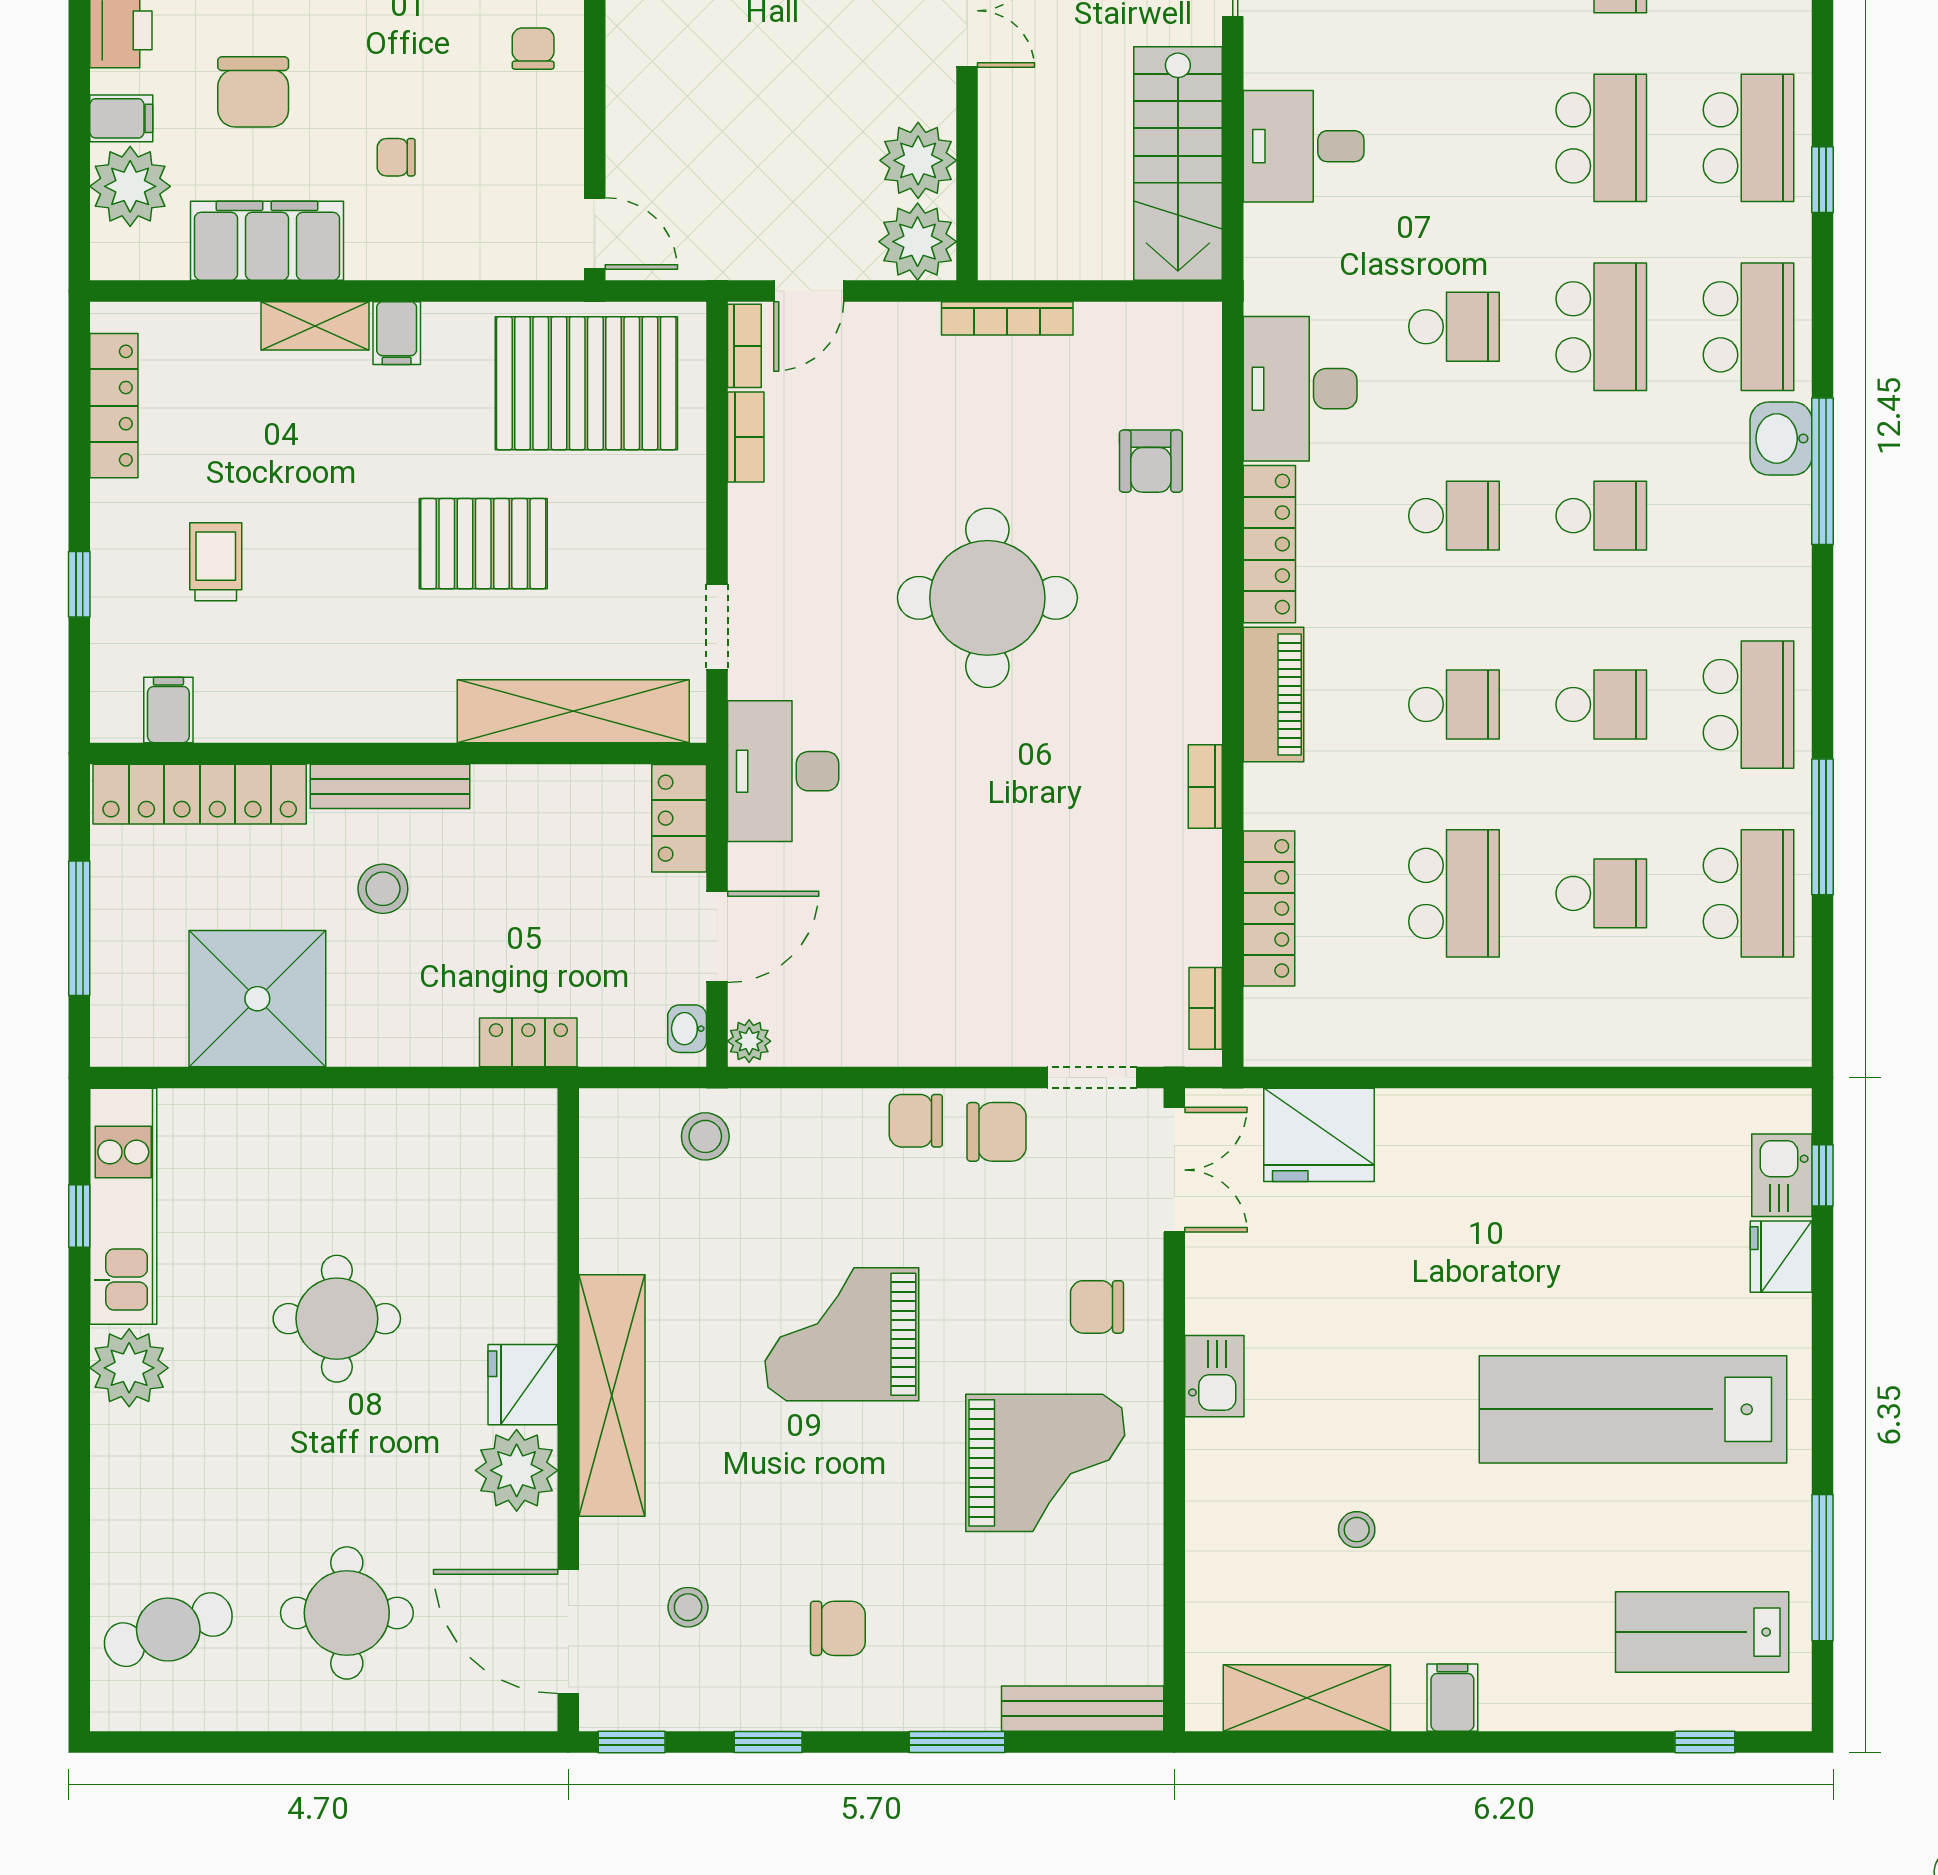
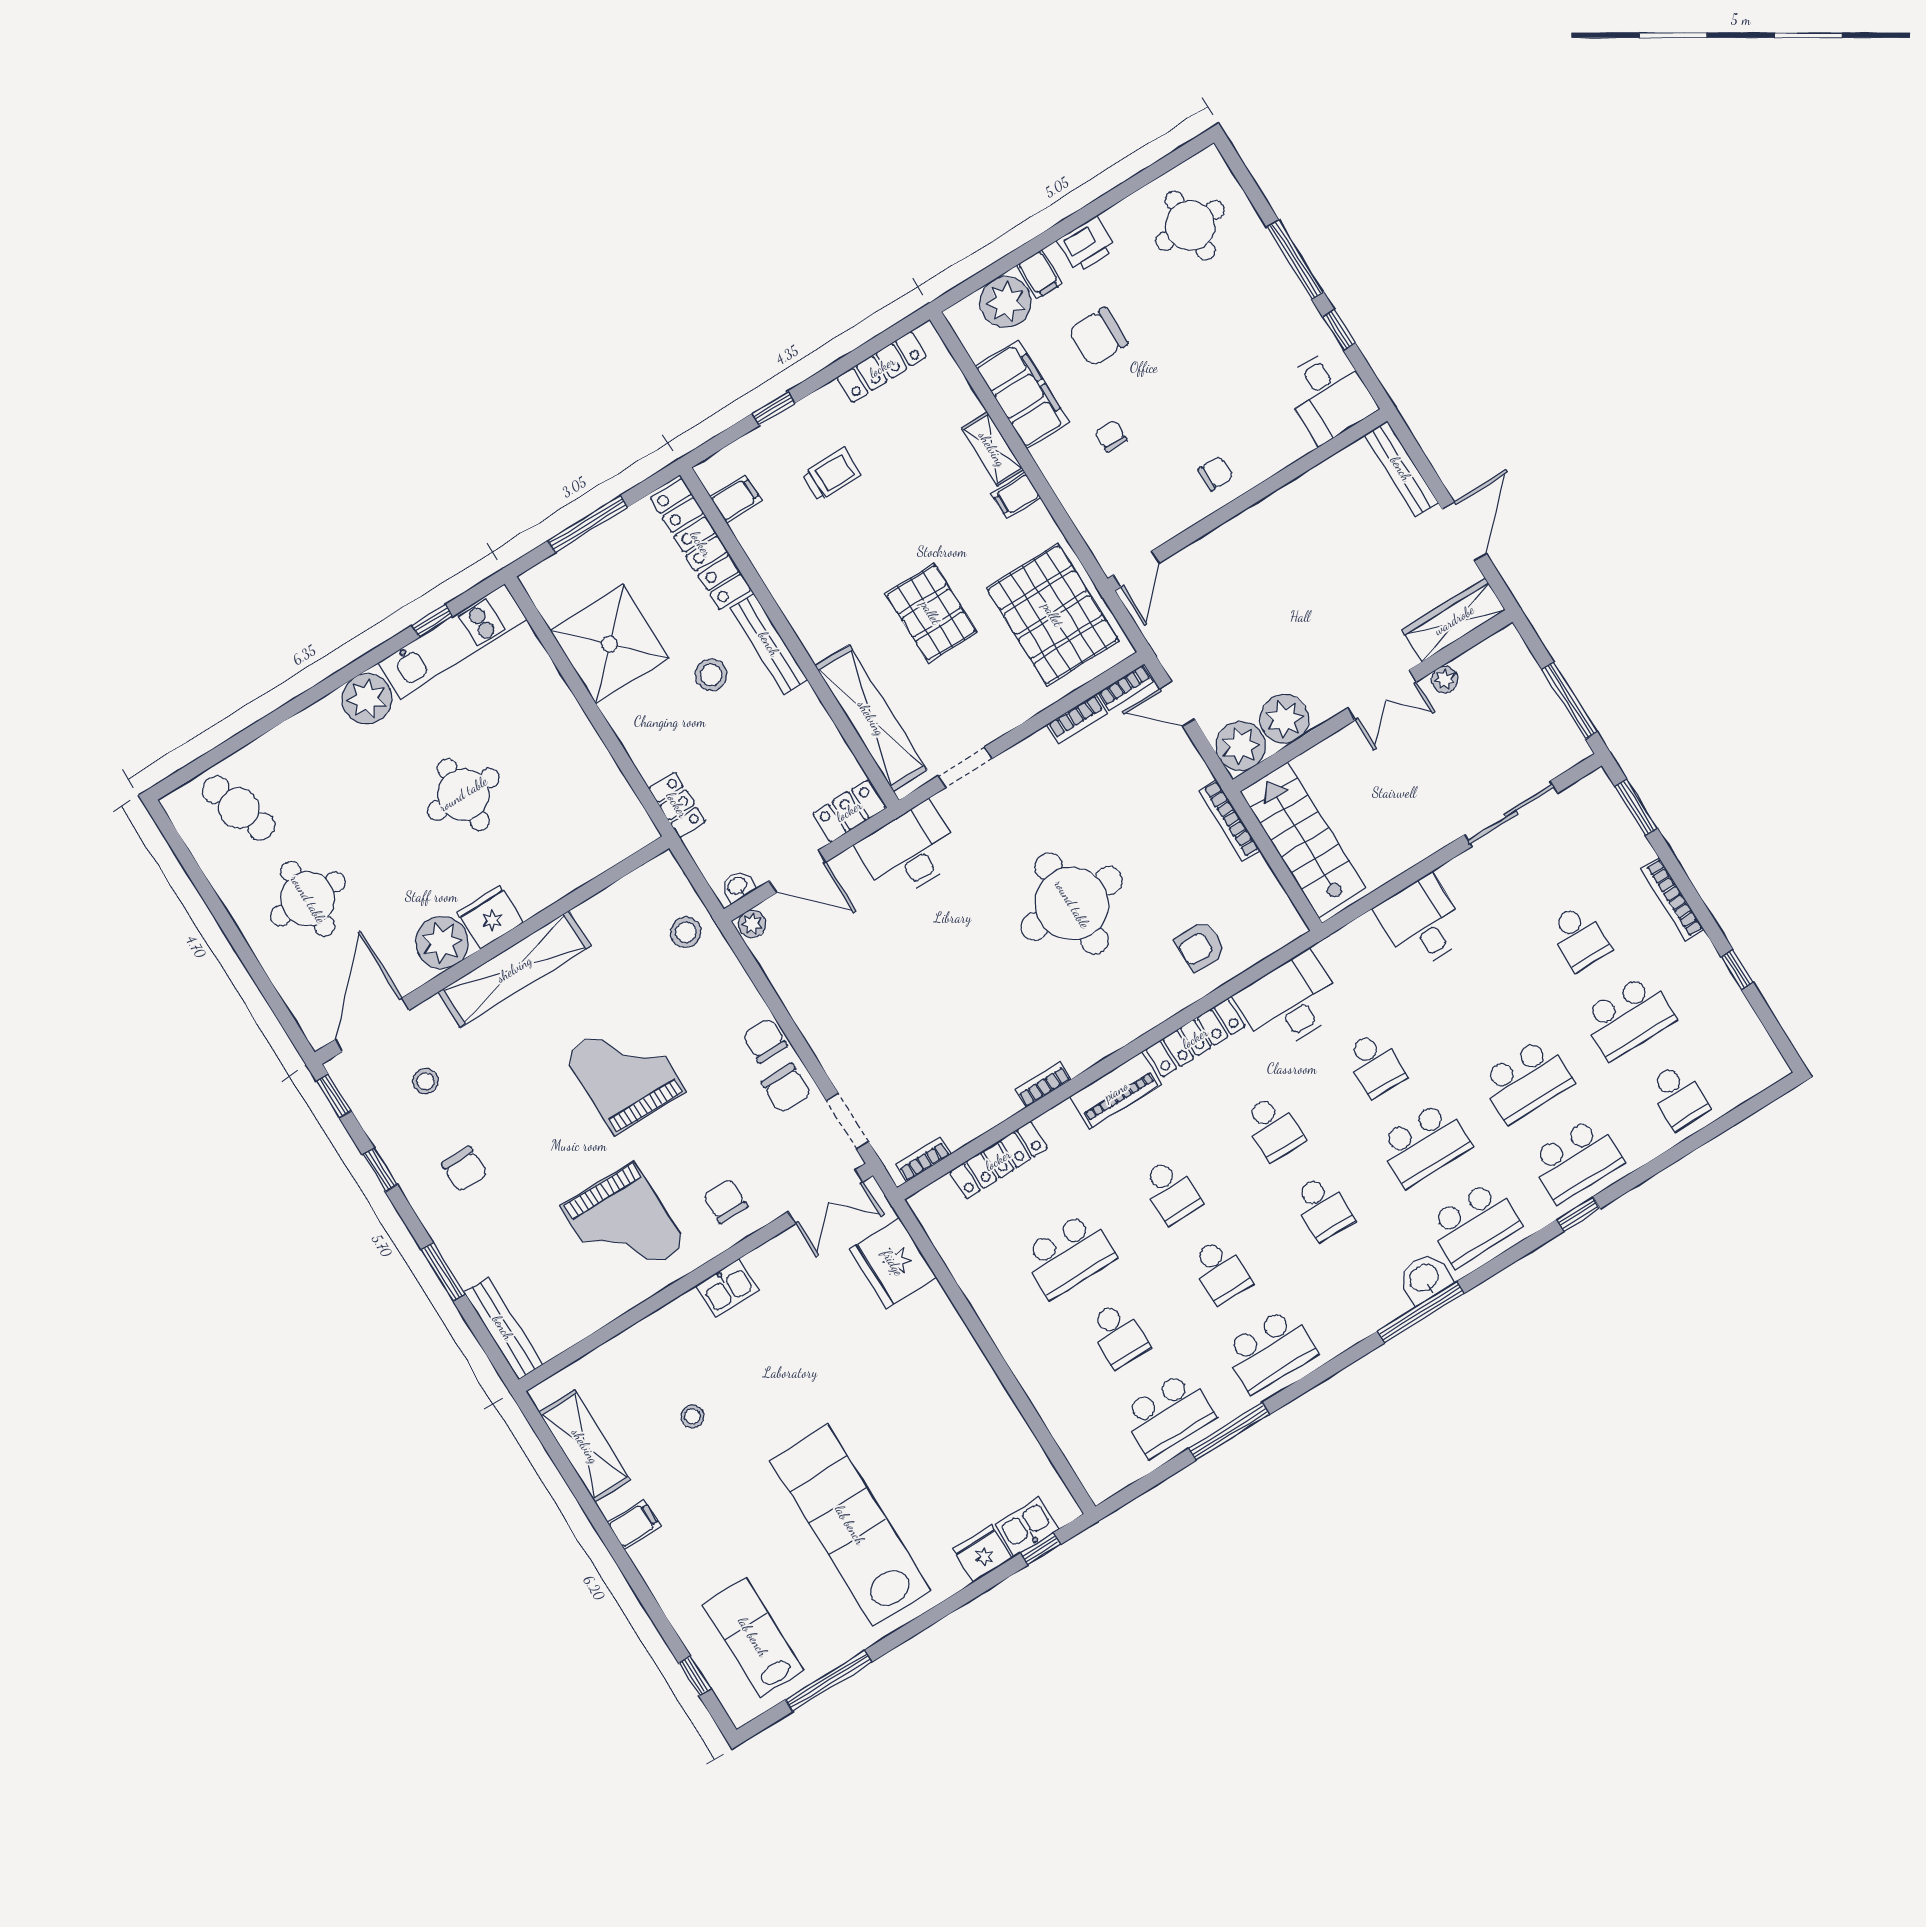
stairs: (1178, 163) -> (1303, 840), moved, turned 90

